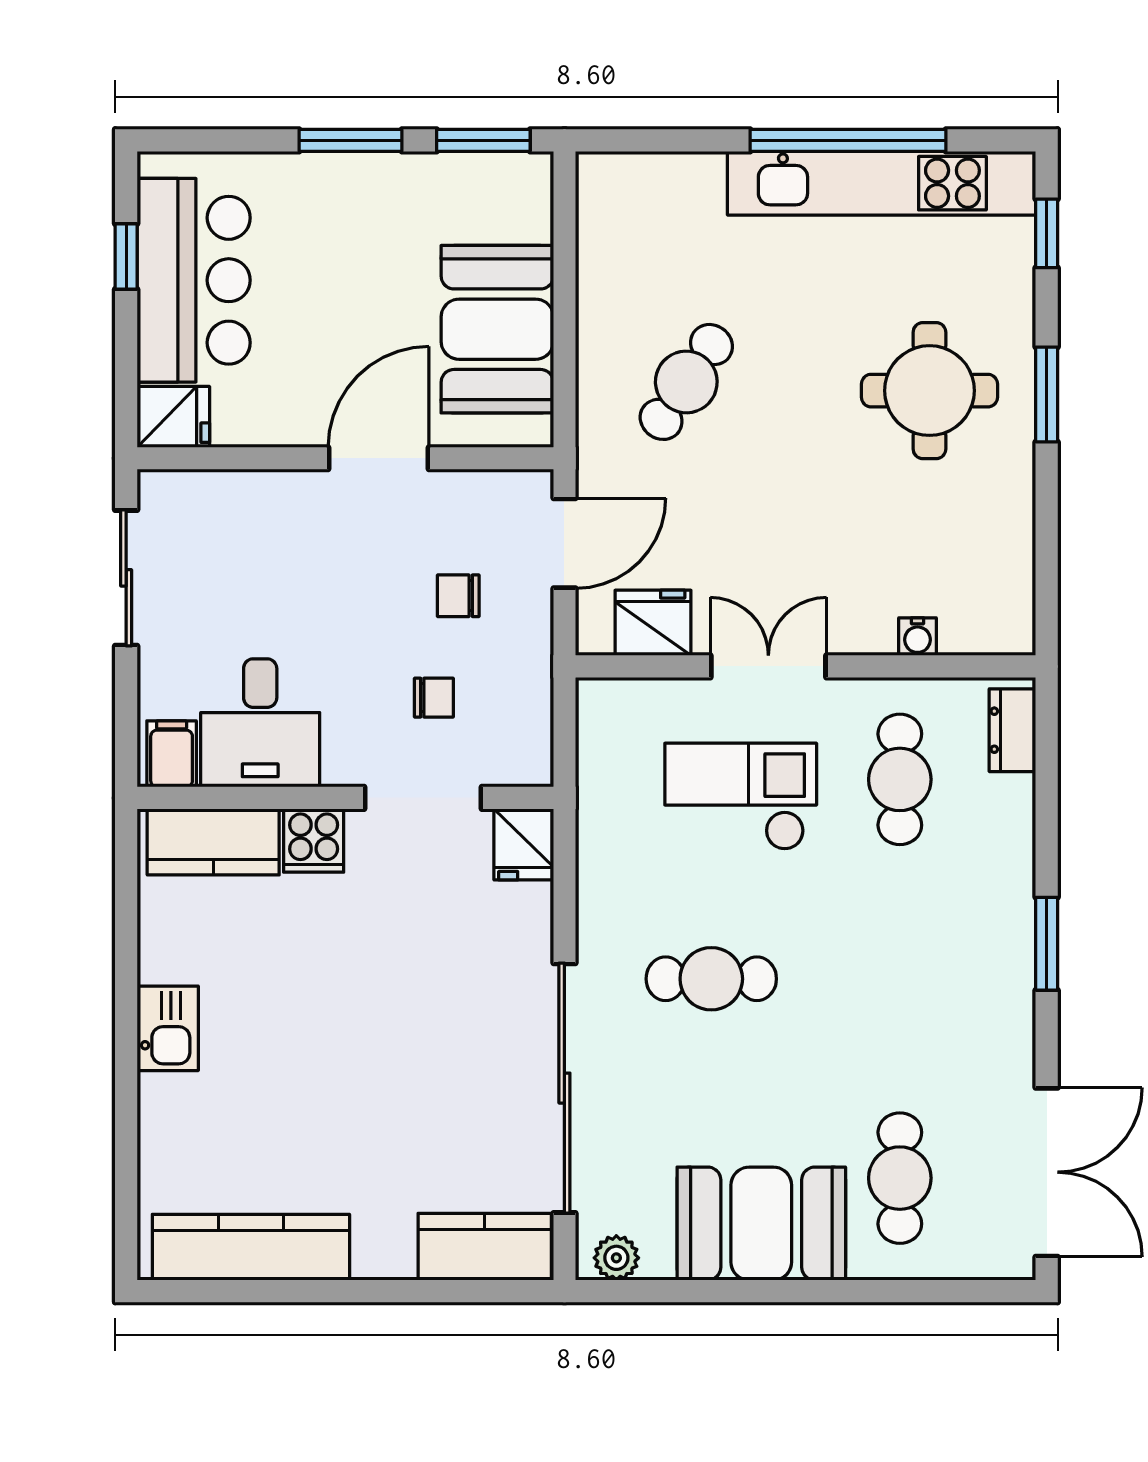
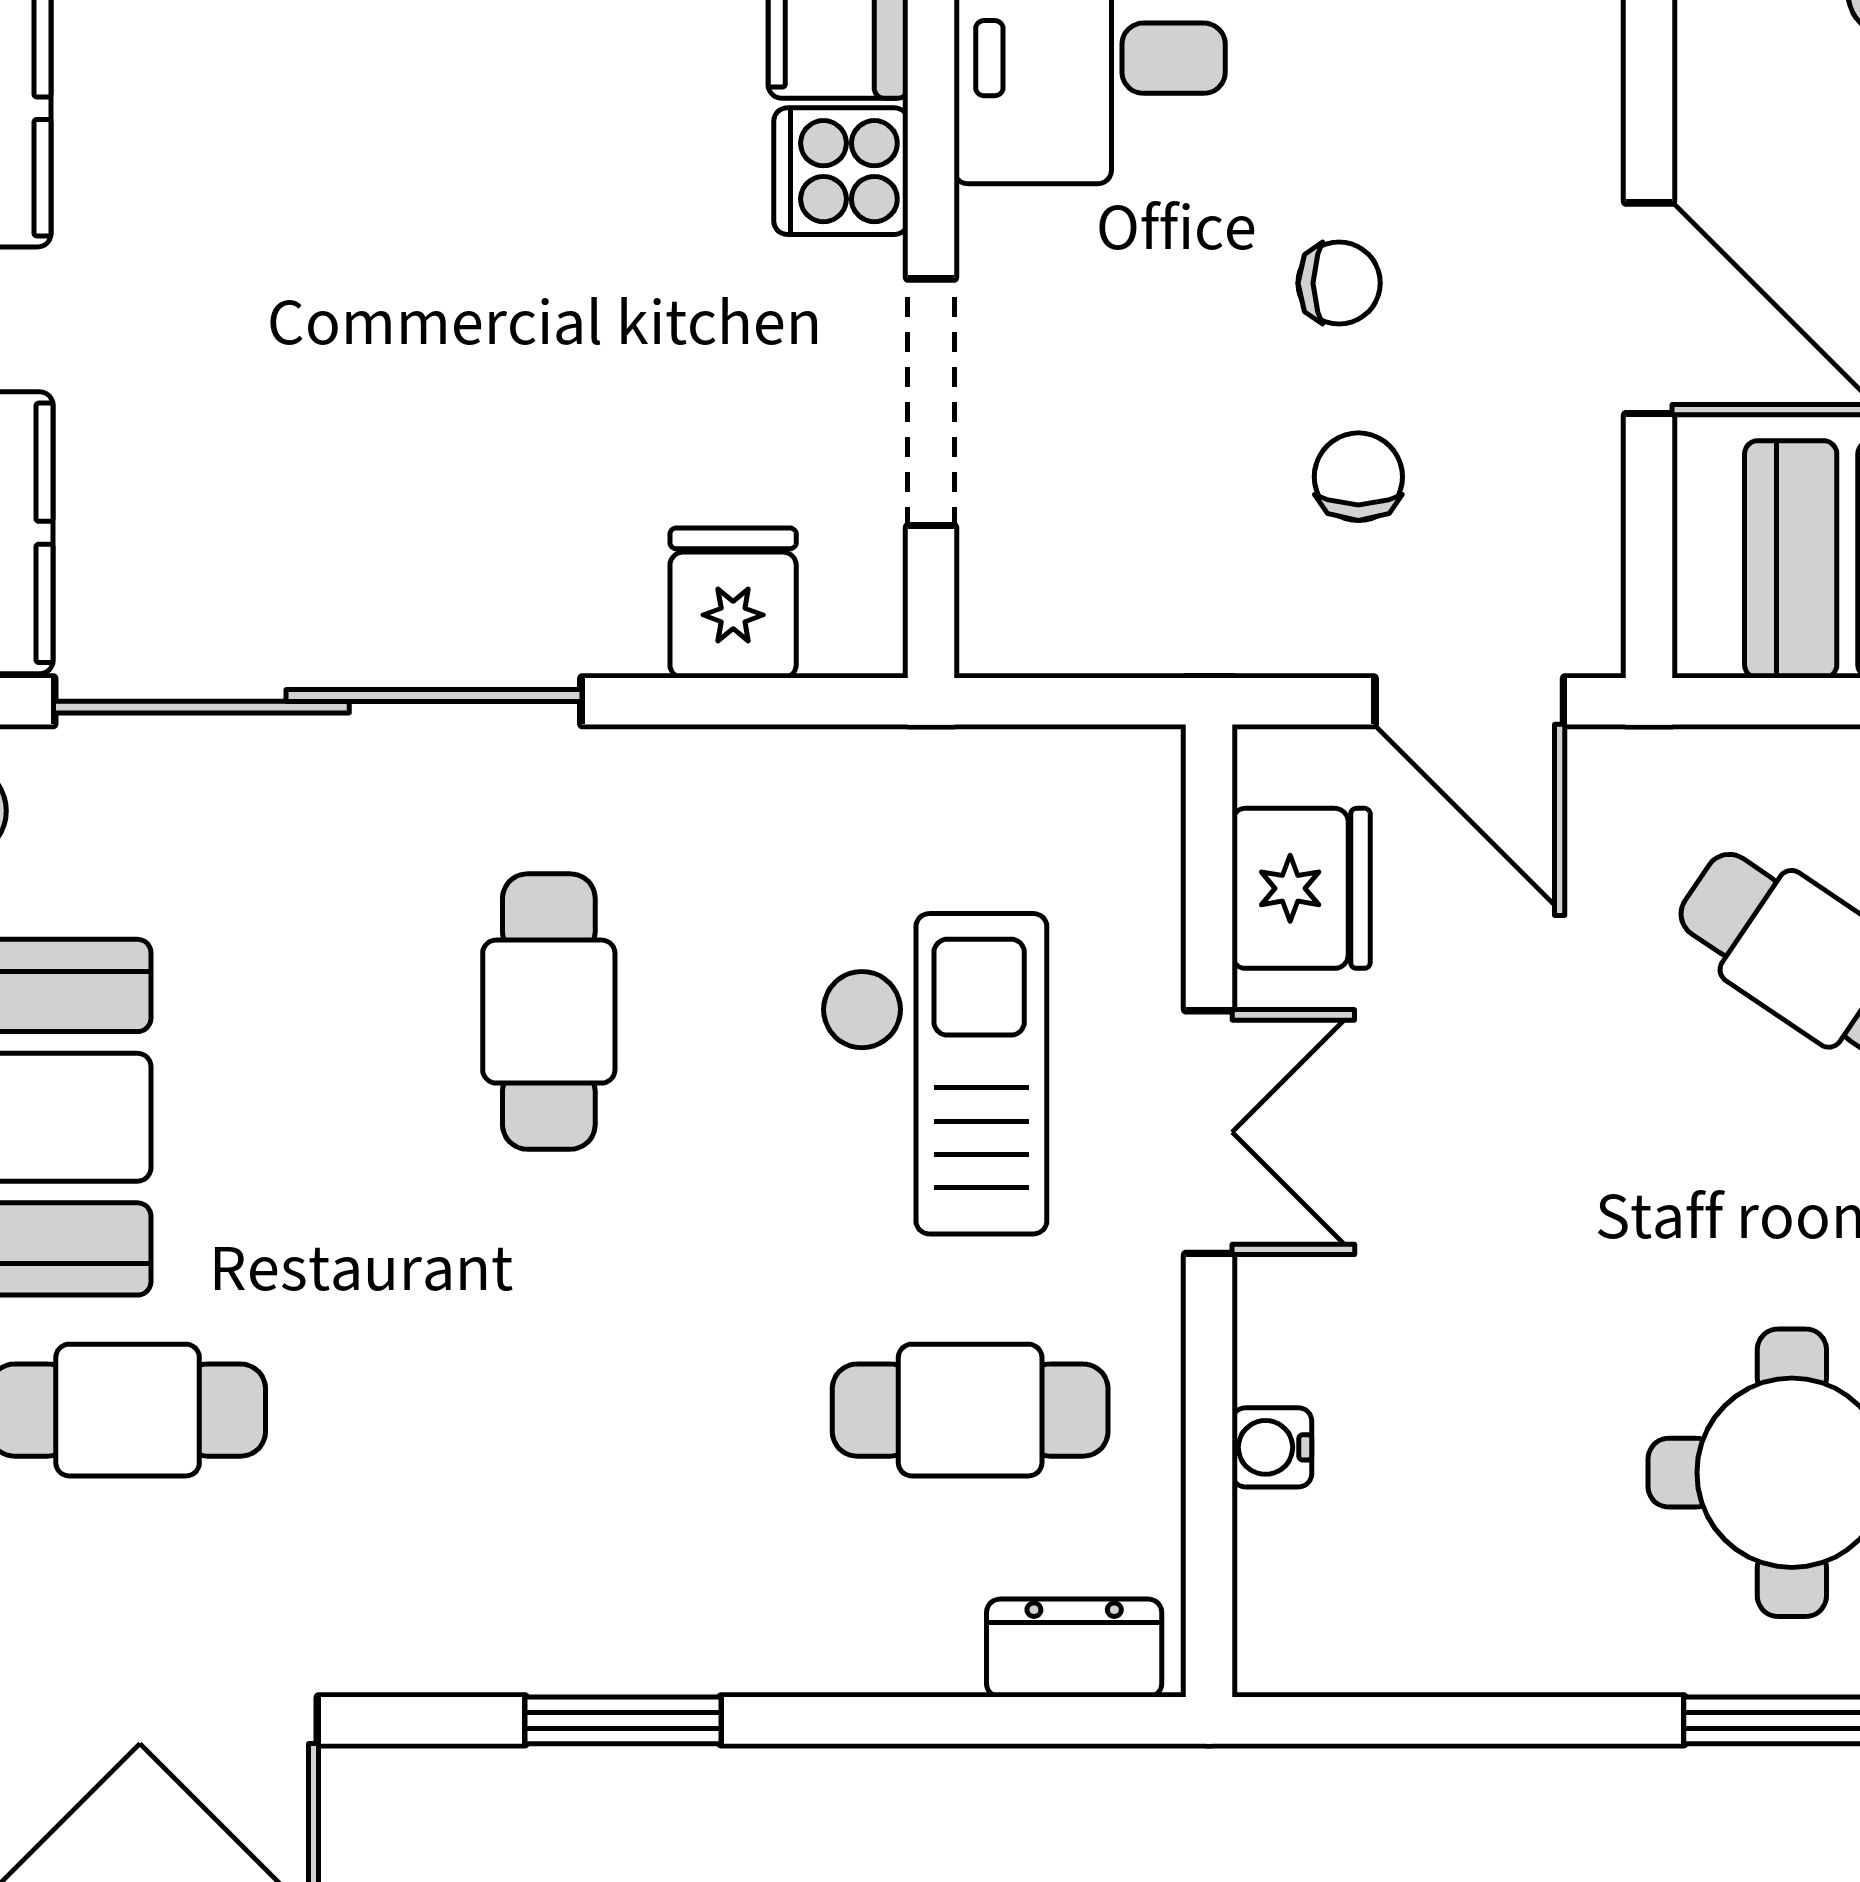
chair: (434, 698) -> (1339, 283), moved, turned -90
fridge: (524, 844) -> (733, 603), moved, turned 90

